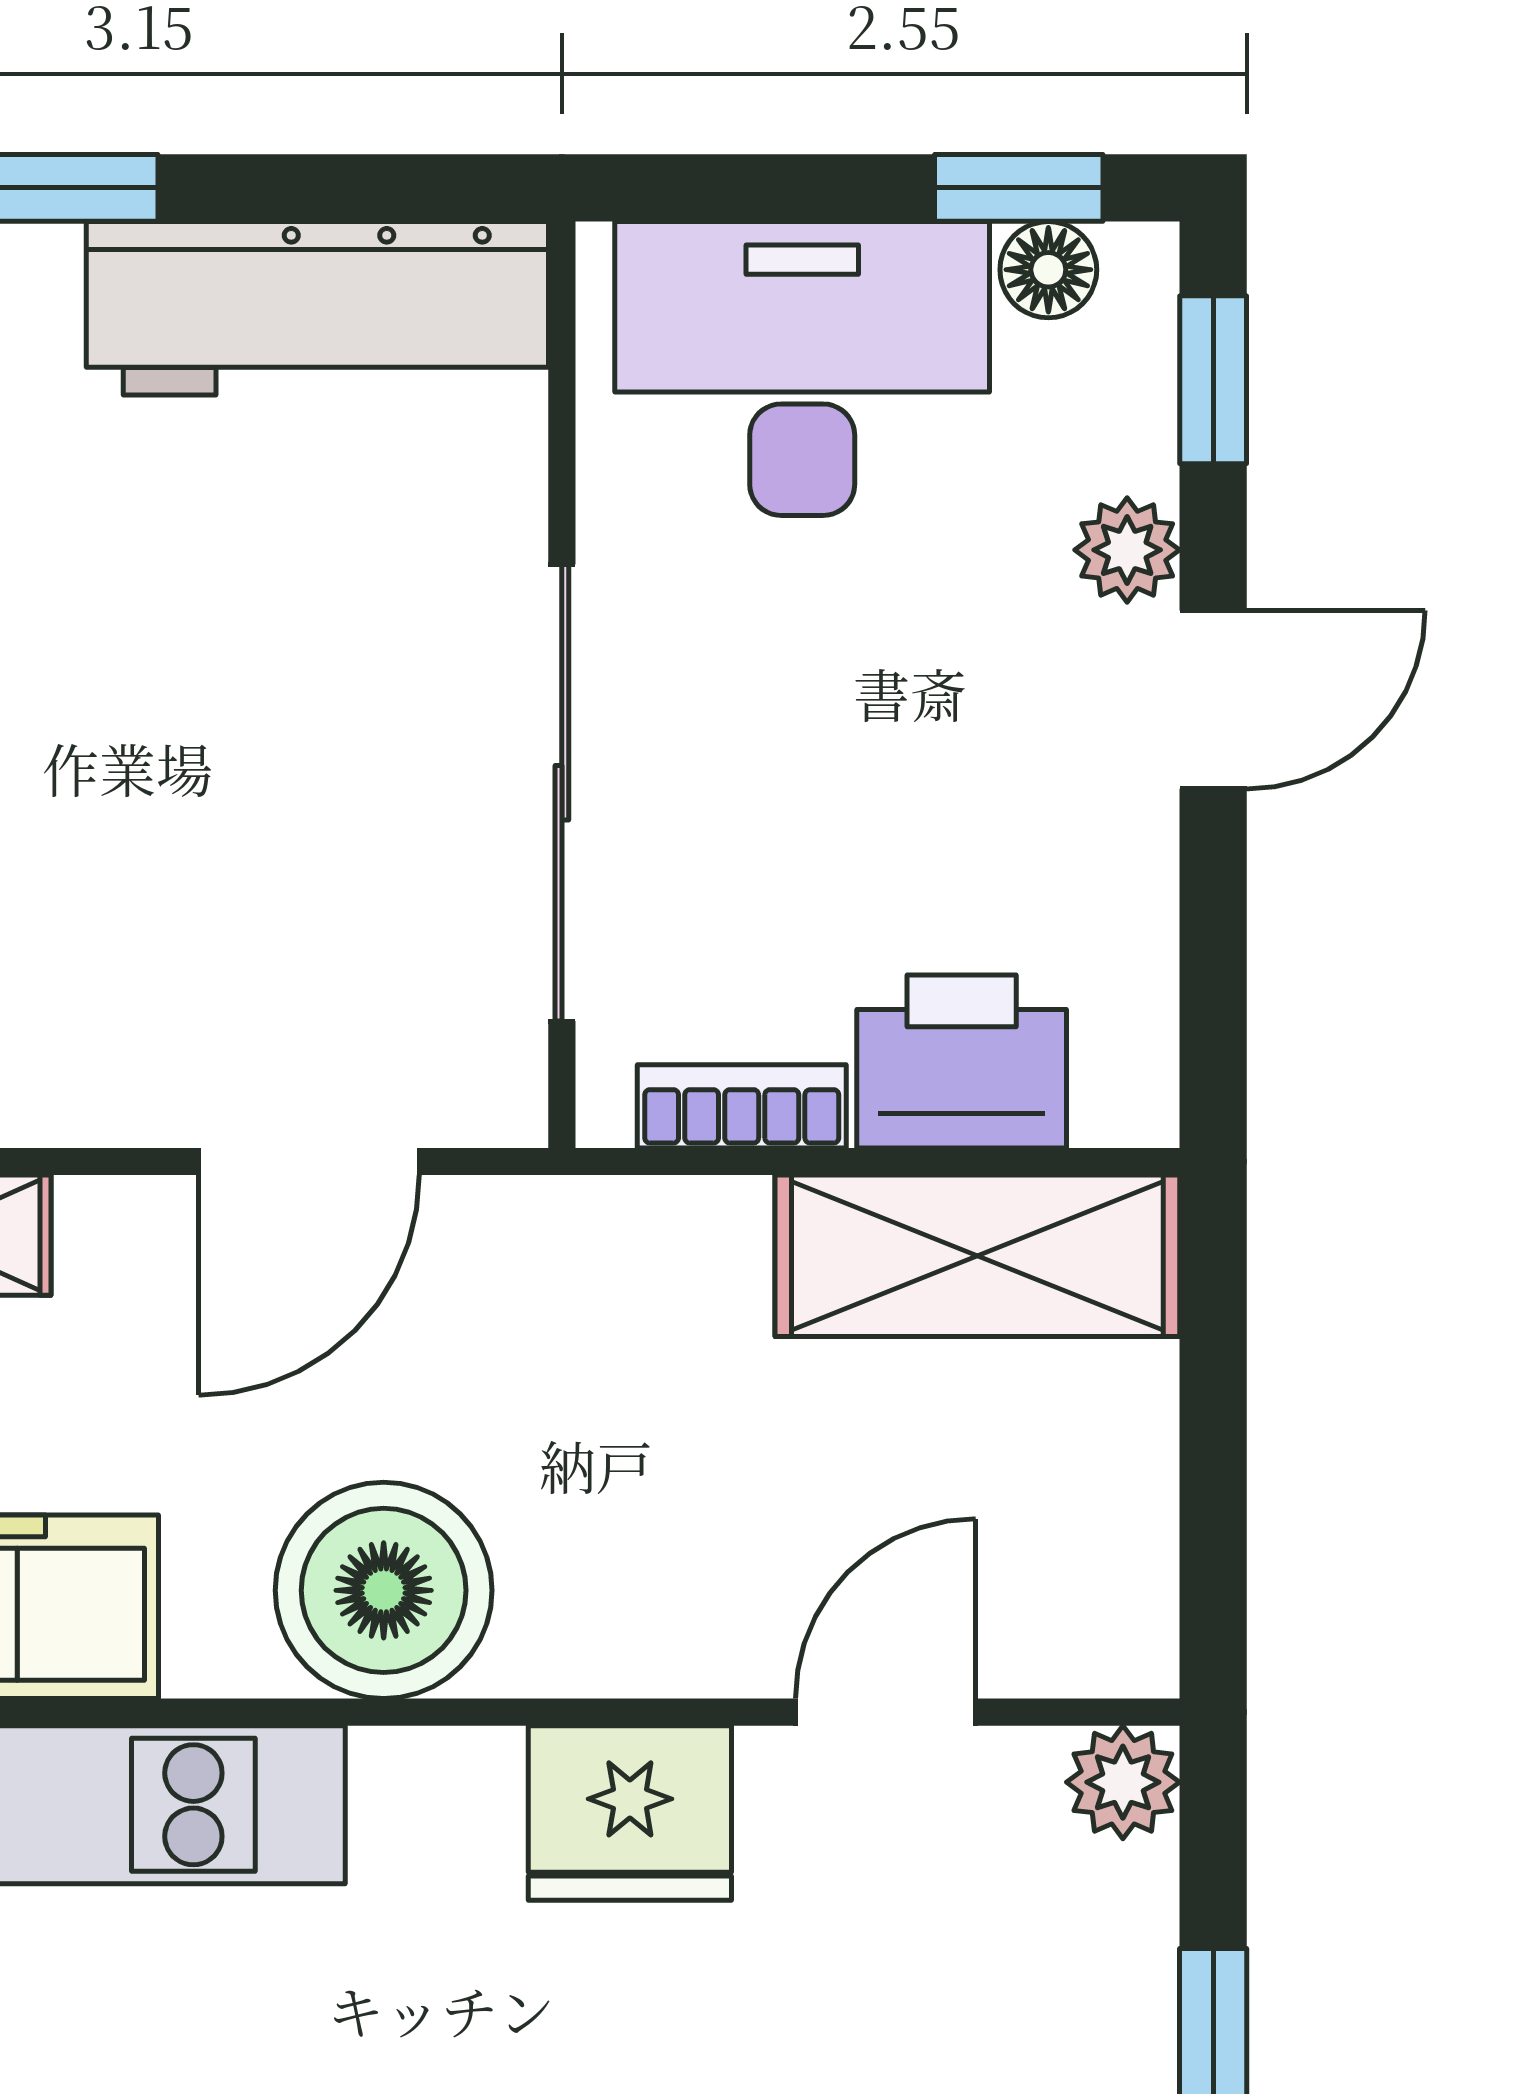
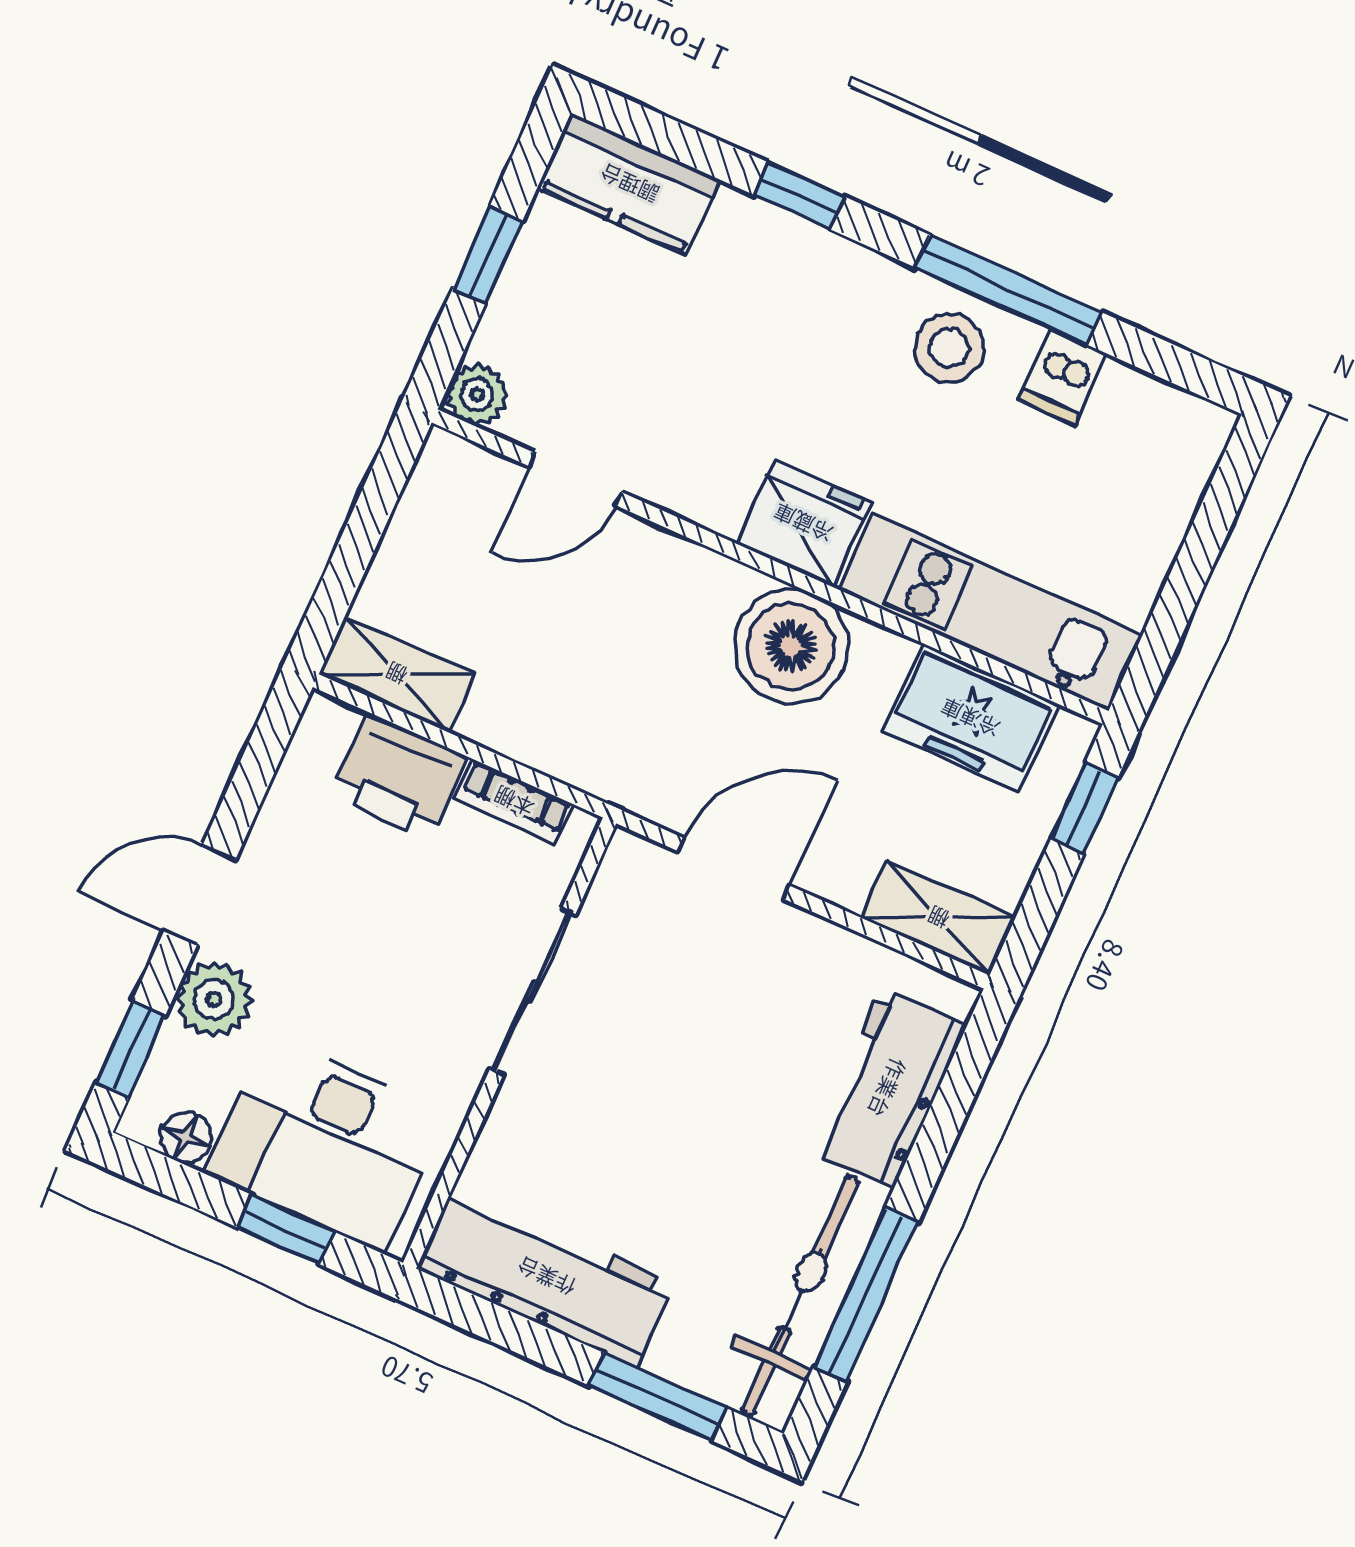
window: (1019, 188) -> (286, 1230), moved
plant: (1127, 550) -> (214, 999), width x1.38, depth x1.38
sliding door: (562, 793) -> (533, 991), width x0.73
shelving: (977, 1256) -> (396, 674), width x0.67, depth x0.75
fridge: (630, 1813) -> (803, 523), moved

